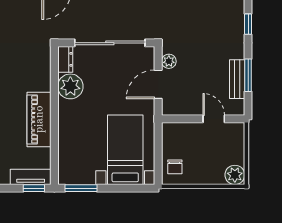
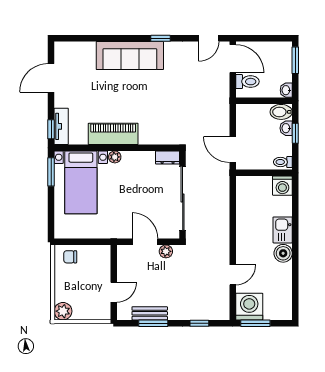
plant: (70, 86) -> (115, 157), moved, width x0.53, depth x0.53
bed with nightstands: (125, 150) -> (81, 182), moved, turned 90

